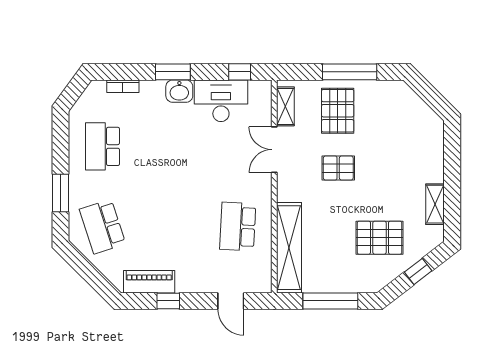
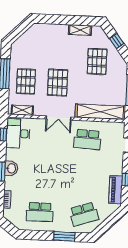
desk: (221, 101) -> (18, 133), moved
pallet: (338, 111) -> (26, 81), turned 90
double door: (274, 150) -> (59, 118), moved
pallet: (338, 168) -> (58, 83), width x1.50, depth x1.42

